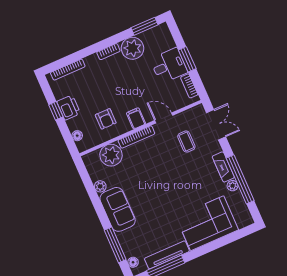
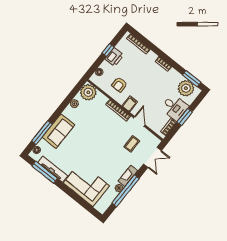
plant: (132, 48) -> (186, 88), moved
plant: (111, 155) -> (88, 92), moved
sofa: (118, 209) -> (58, 131), moved

